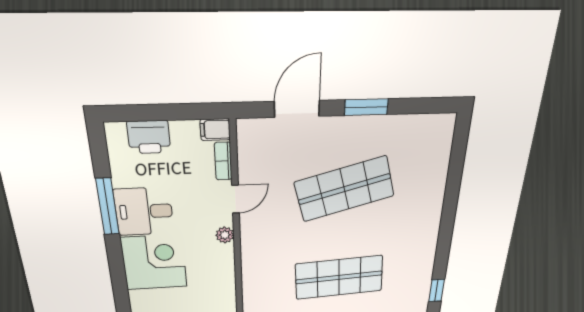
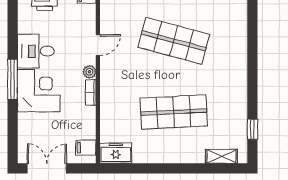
bookcase: (223, 161) -> (91, 92), moved
shop shelf: (345, 189) -> (174, 41), turned 30
window: (108, 207) -> (13, 79), moved

